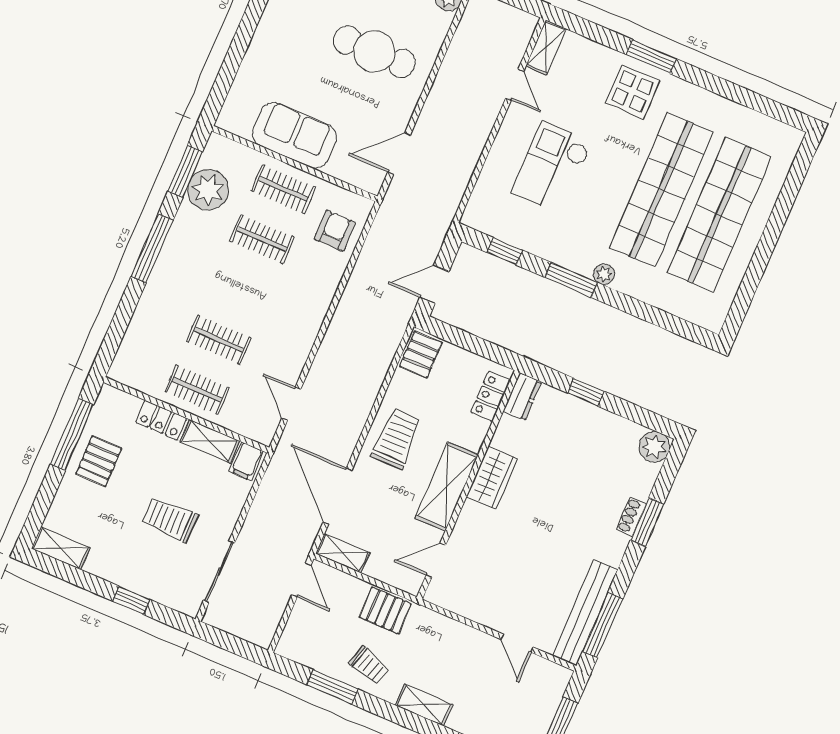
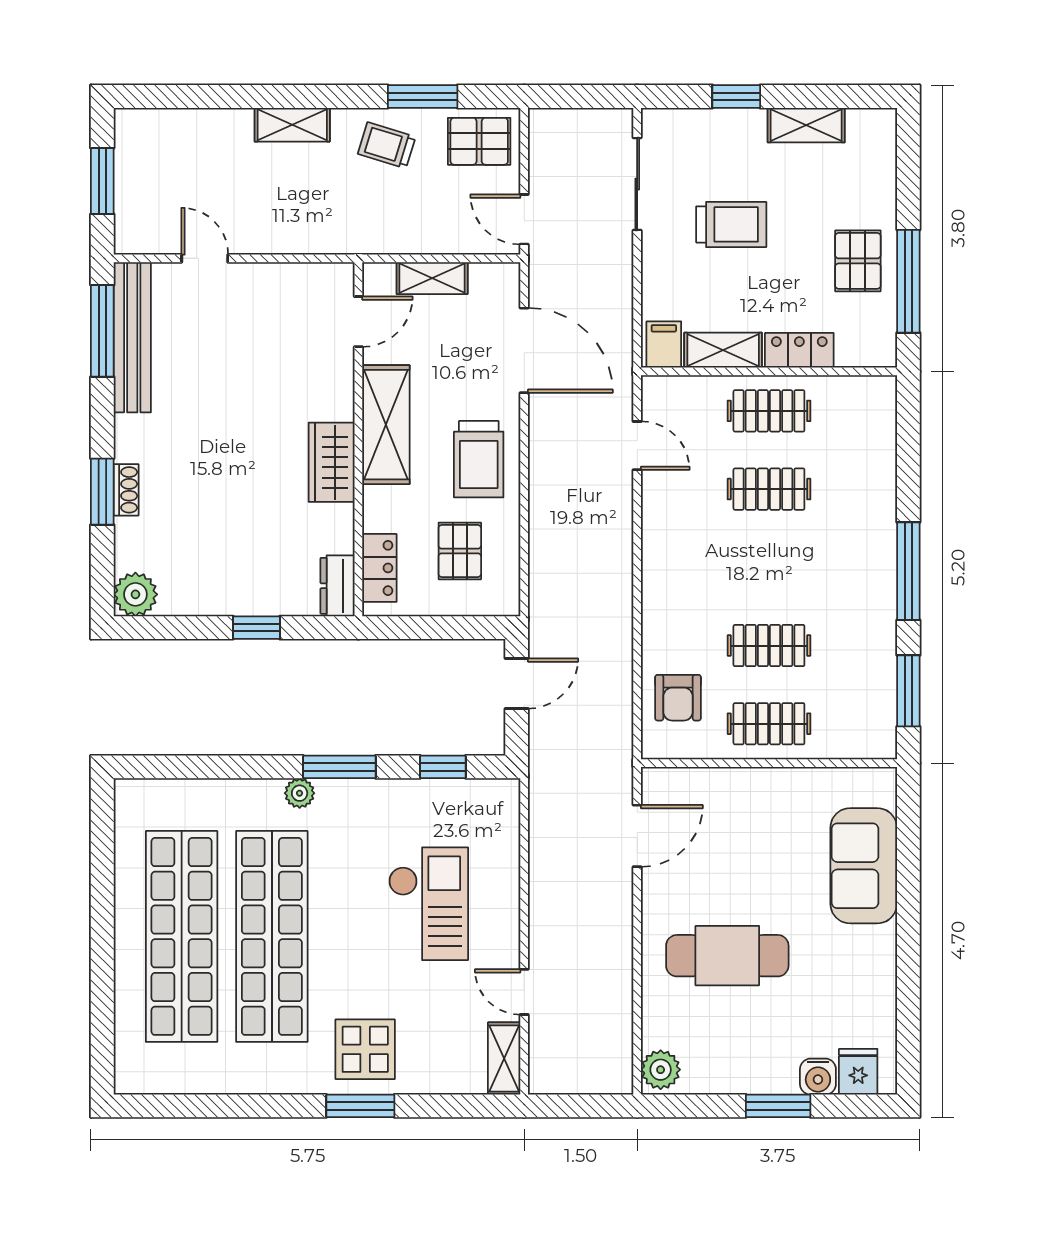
sofa: (294, 135) -> (864, 866), moved, turned 90
plant: (208, 190) -> (868, 680), removed
pallet: (421, 355) -> (460, 551), moved
shelving: (61, 548) -> (806, 125), moved
shelving: (343, 553) -> (432, 278), moved
pallet: (385, 610) -> (479, 141), moved

